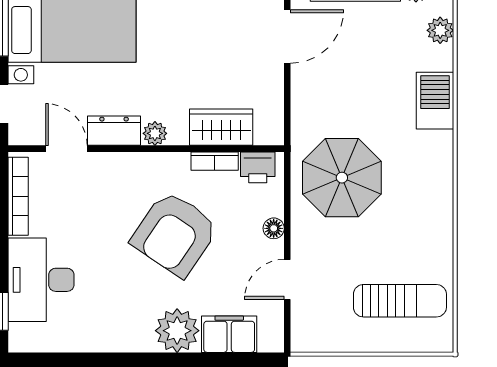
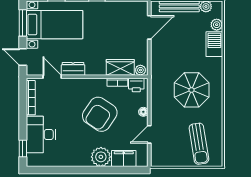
barbecue: (435, 101) -> (214, 44), moved
plant: (155, 133) -> (140, 70), moved
parasol: (342, 178) -> (192, 90), moved
sun lounger: (400, 301) -> (199, 144), turned 81

